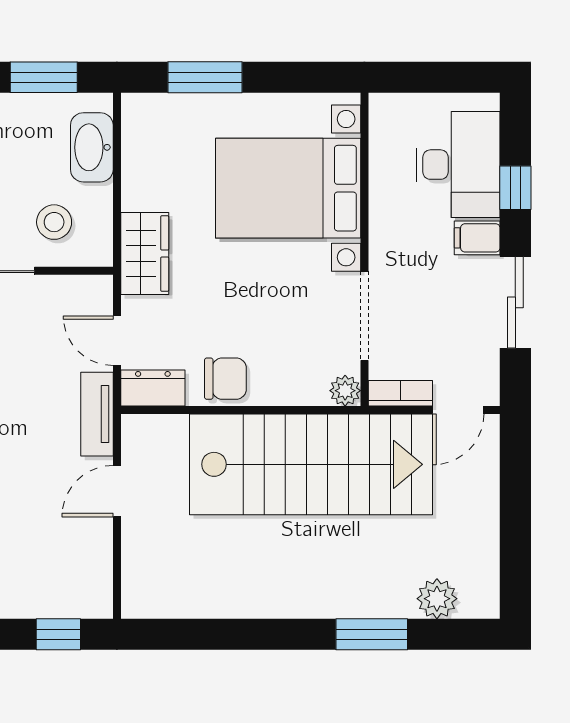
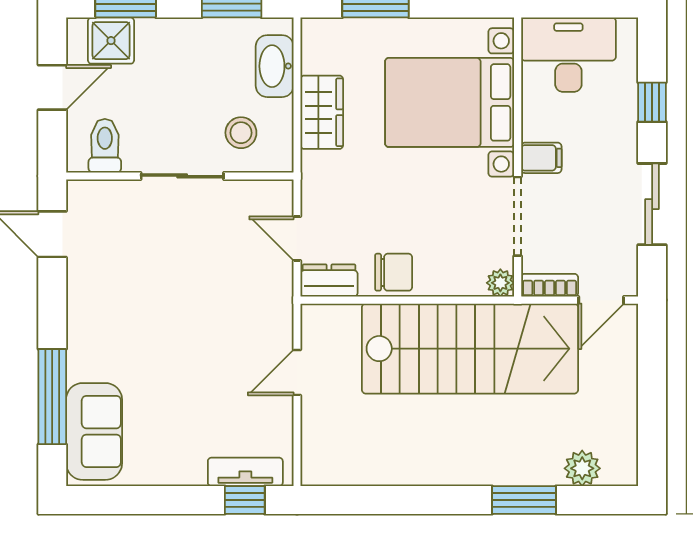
desk: (458, 165) -> (568, 55), moved, turned -90
filing cabinet: (477, 238) -> (541, 158), moved, turned 180
wardrobe: (145, 254) -> (322, 112), moved
tv unit: (97, 414) -> (245, 472), moved, turned 90

